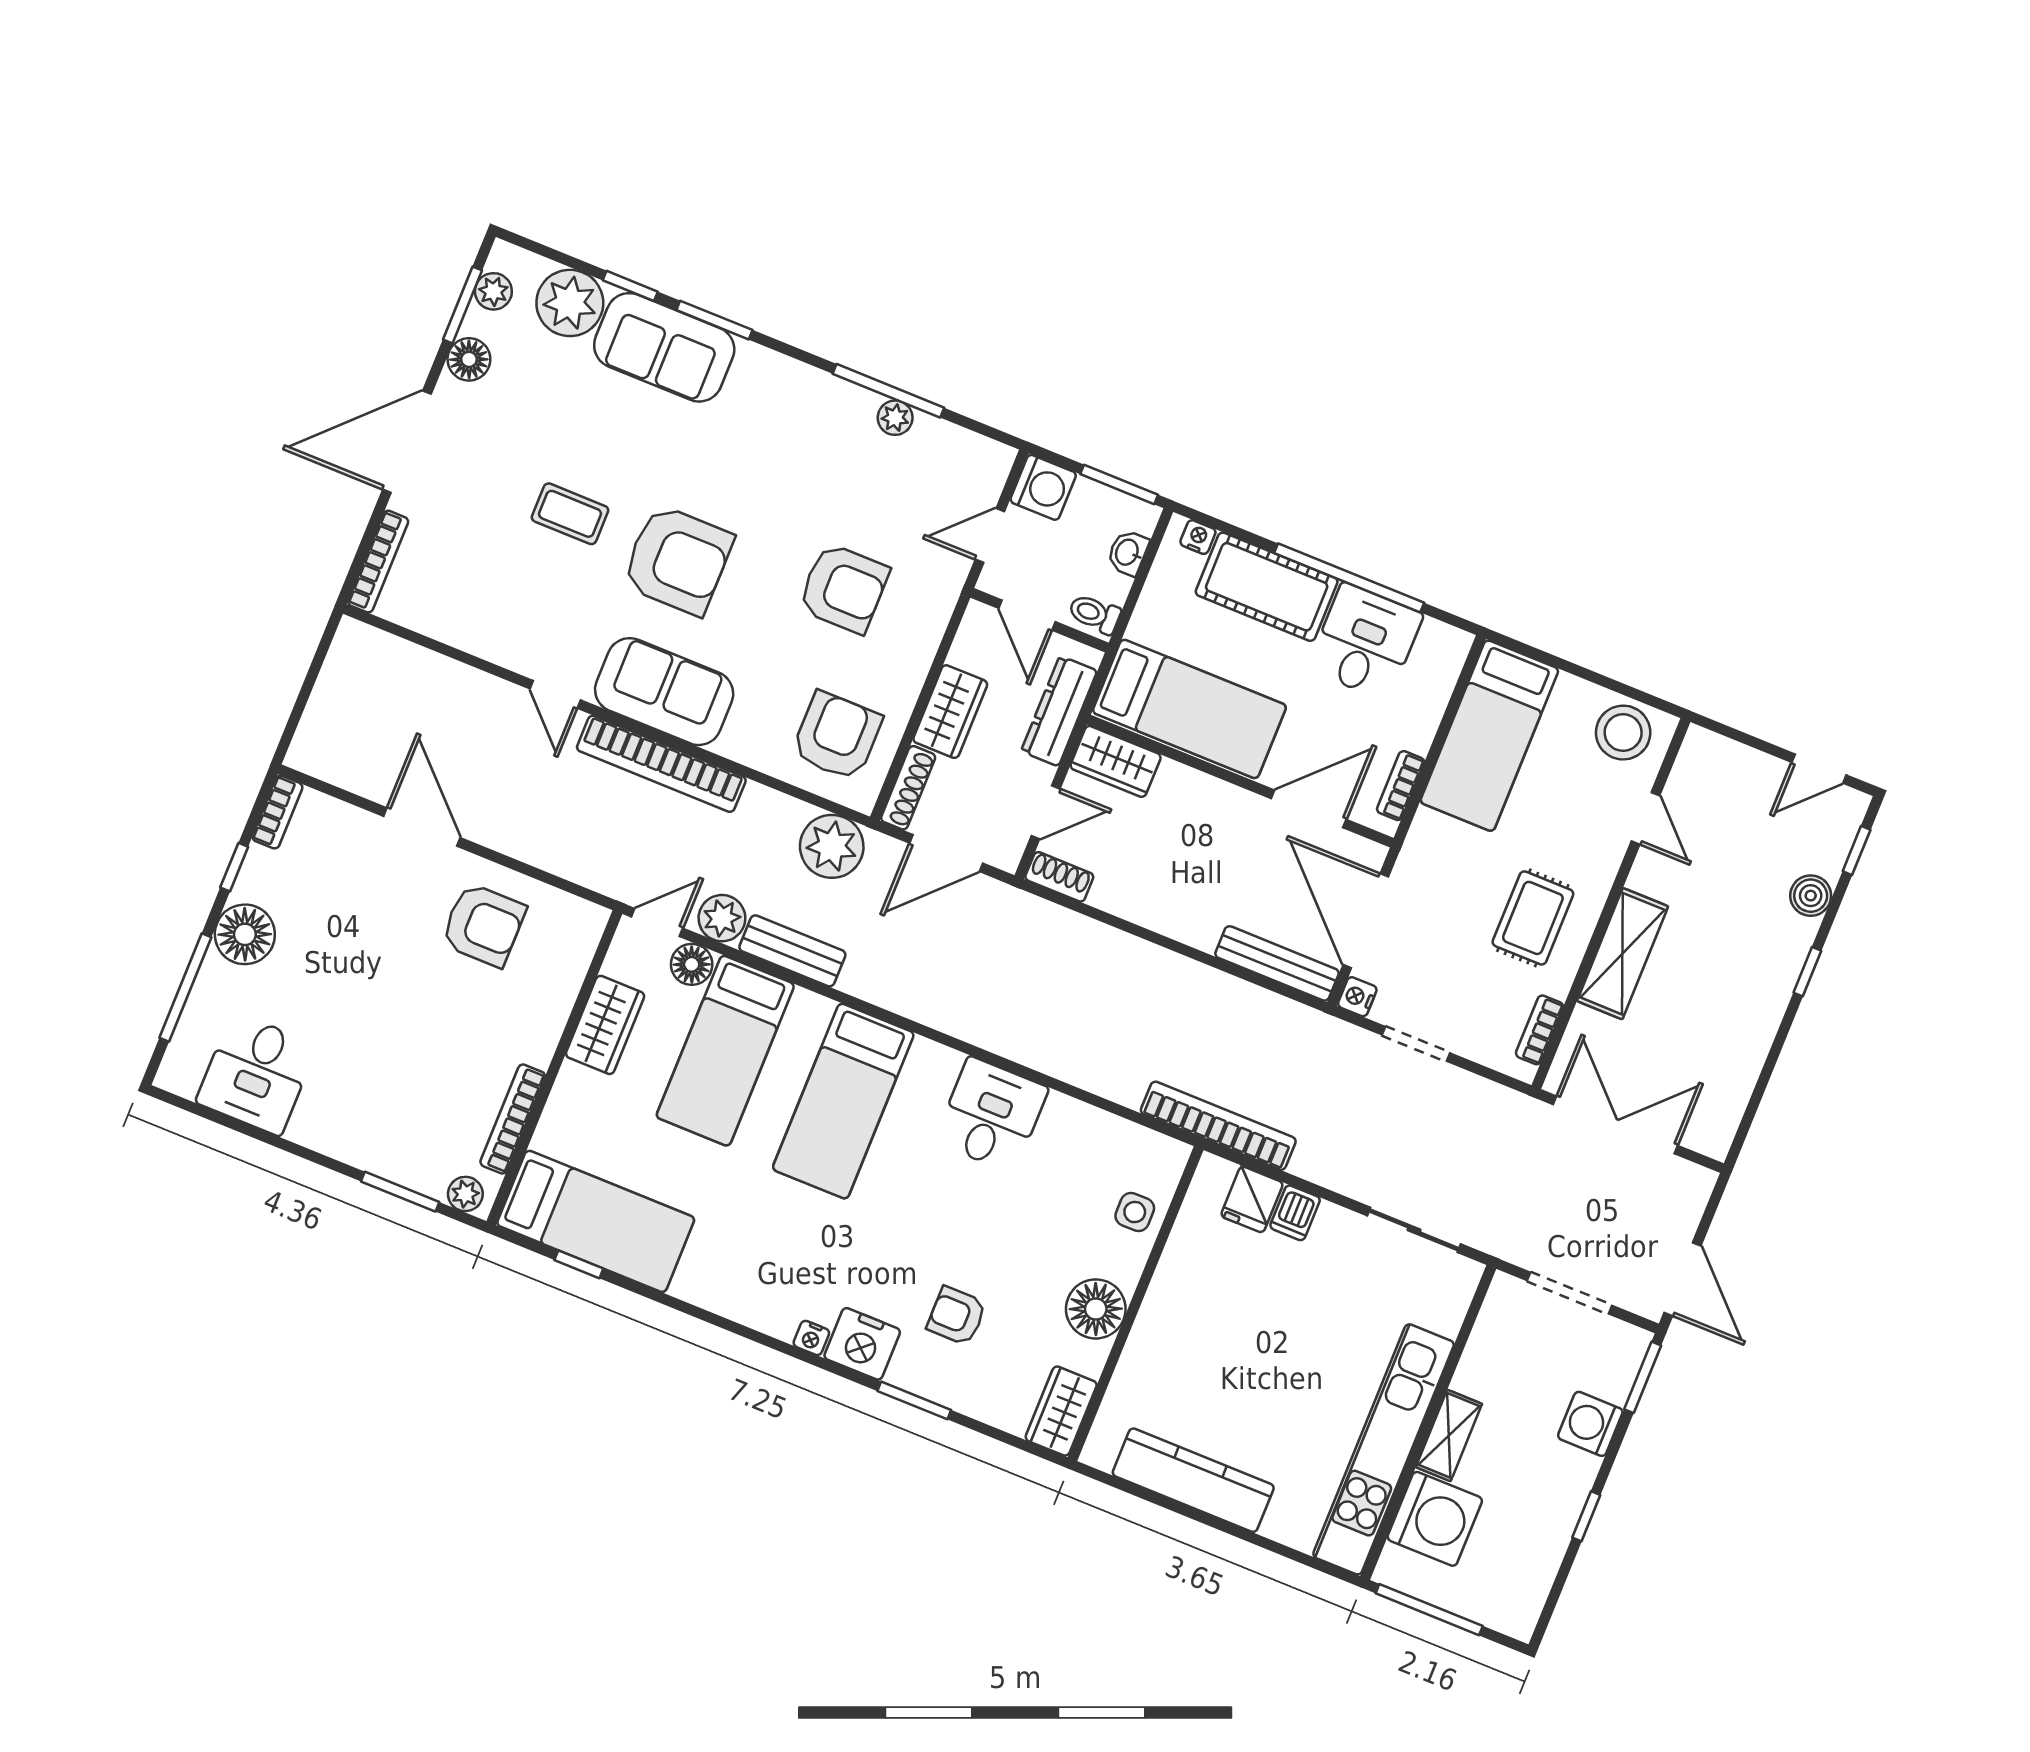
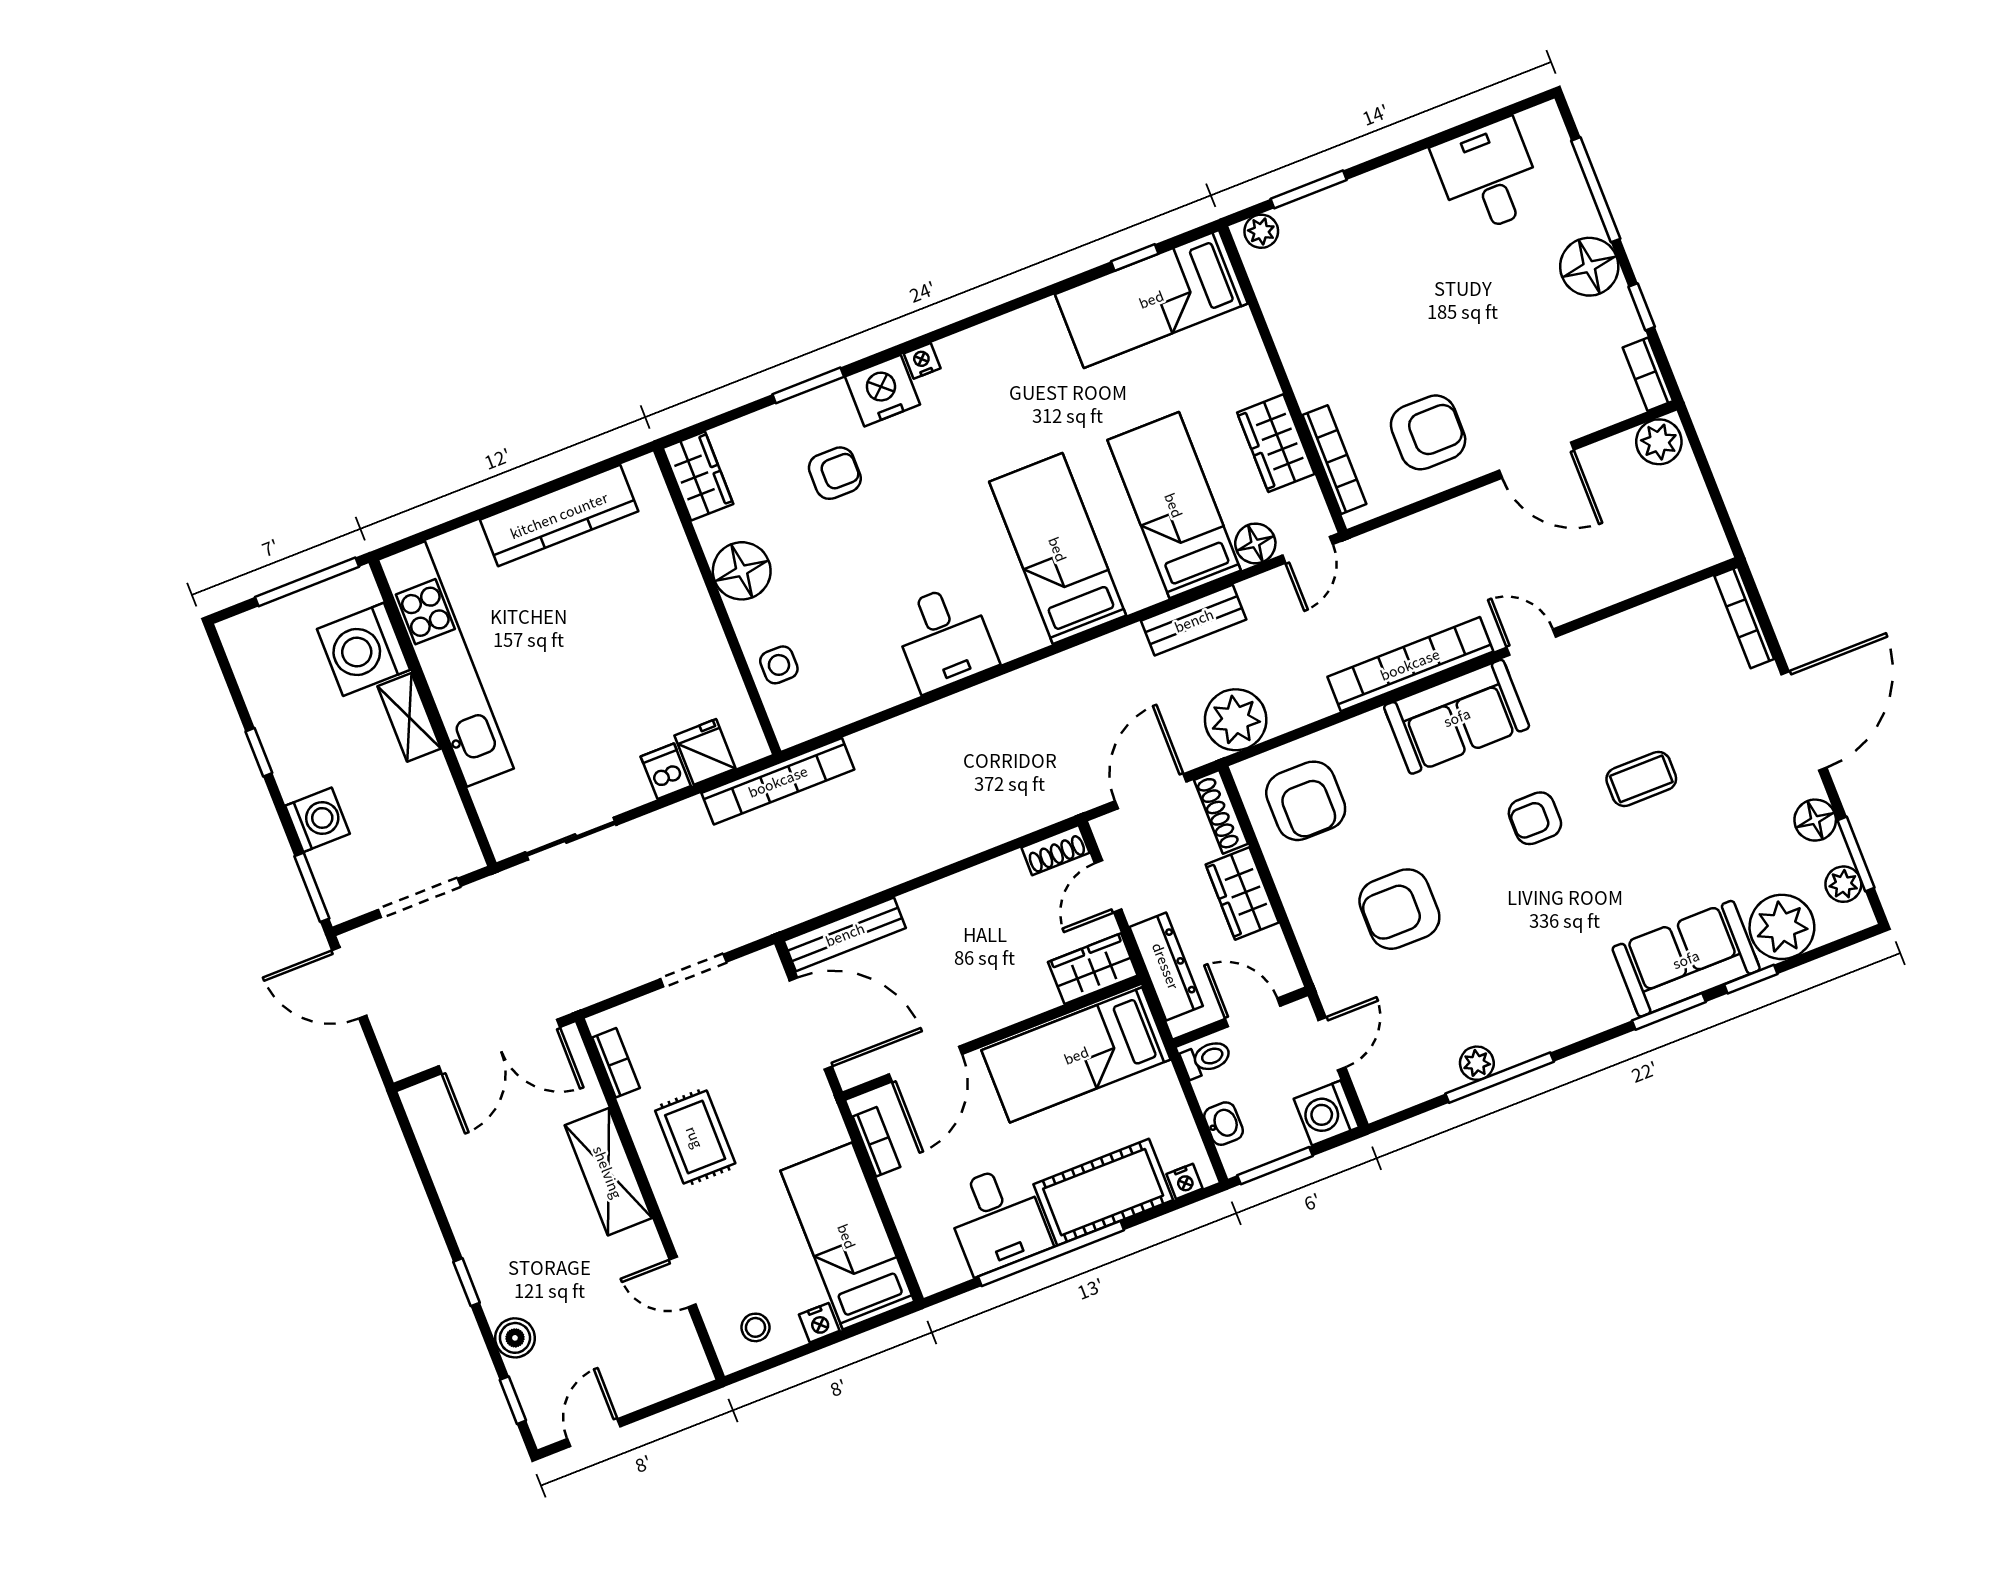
armchair: (678, 560) -> (1535, 818), width x0.53, depth x0.53
stool: (1623, 733) -> (755, 1327), width x0.53, depth x0.53
plant: (722, 918) -> (1659, 442), moved
armchair: (483, 925) -> (1428, 432), turned 180
nightstand: (1357, 997) -> (819, 1323), moved, turned 90
bookcase: (513, 1119) -> (1334, 460), moved

